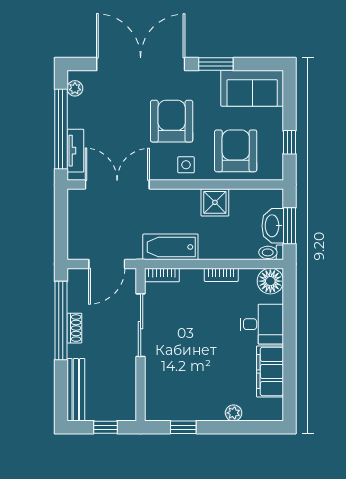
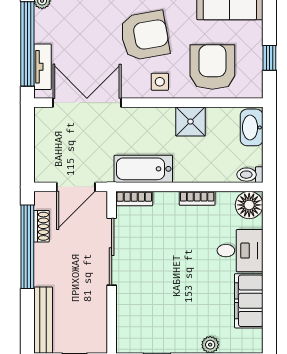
armchair: (172, 121) -> (145, 36), turned 80
washbasin: (273, 226) -> (252, 127), moved
window: (289, 226) -> (269, 146), removed
shoe rack: (74, 328) -> (42, 226), moved

